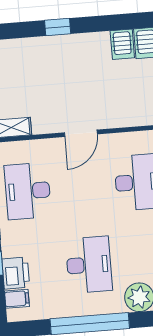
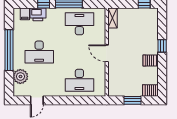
server rack: (122, 44) -> (151, 61), moved

